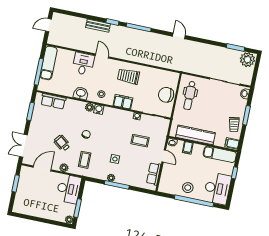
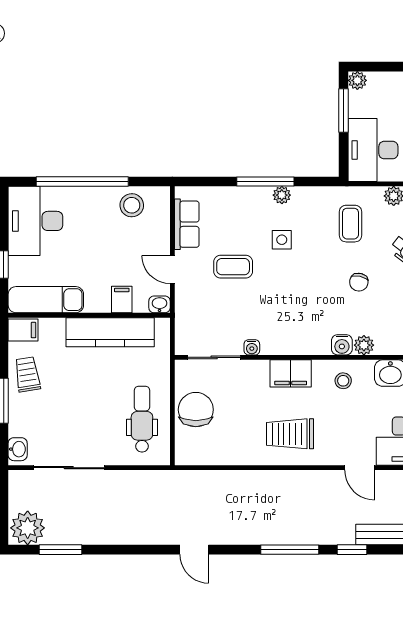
trolley: (128, 76) -> (290, 434), turned 180
chair: (166, 95) -> (196, 410), turned -90
coffee table: (140, 141) -> (233, 267), moved
stool: (188, 188) -> (132, 205), moved

